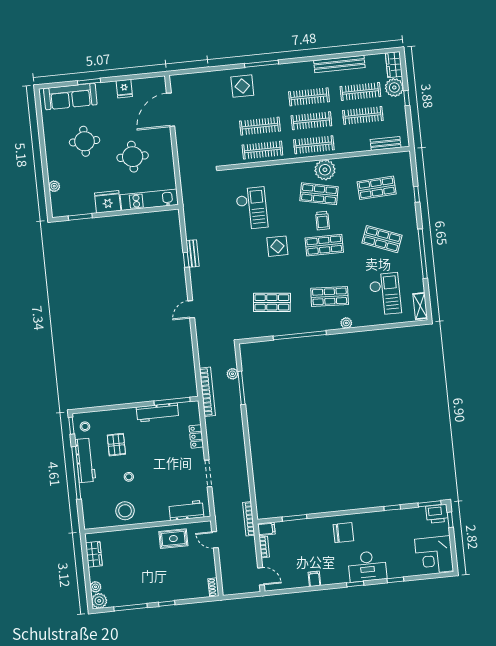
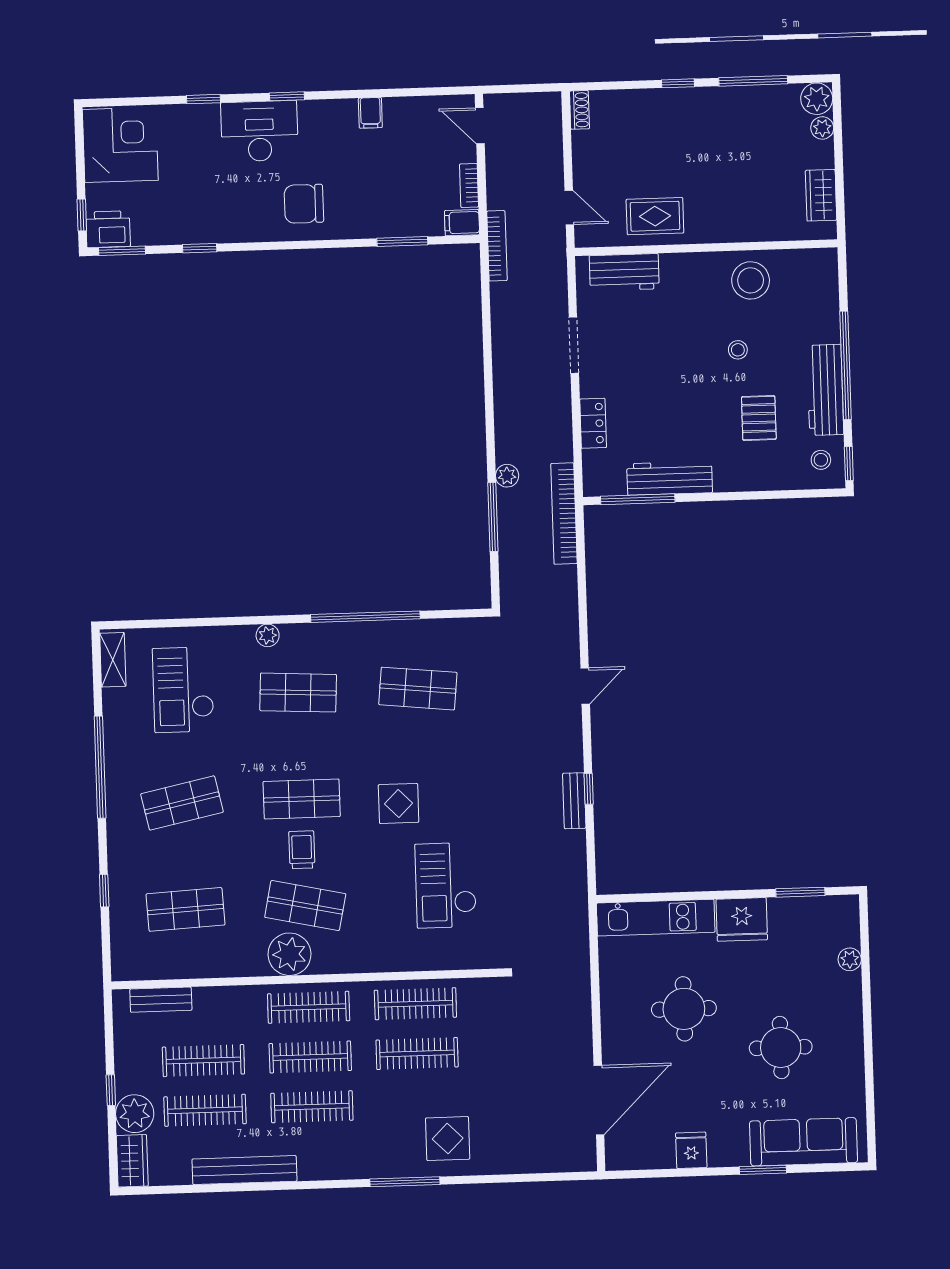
shop shelf: (382, 239) -> (182, 803), turned -33
plant: (232, 374) -> (507, 476), moved

